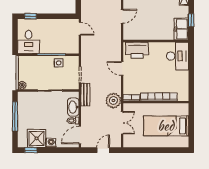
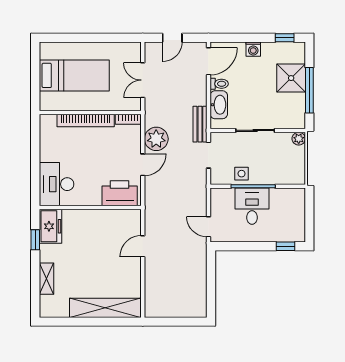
desk: (29, 42) -> (252, 206), moved
door: (122, 68) -> (143, 165), hinge flipped
plant: (113, 101) -> (156, 139), moved
shower: (37, 138) -> (291, 78), moved

